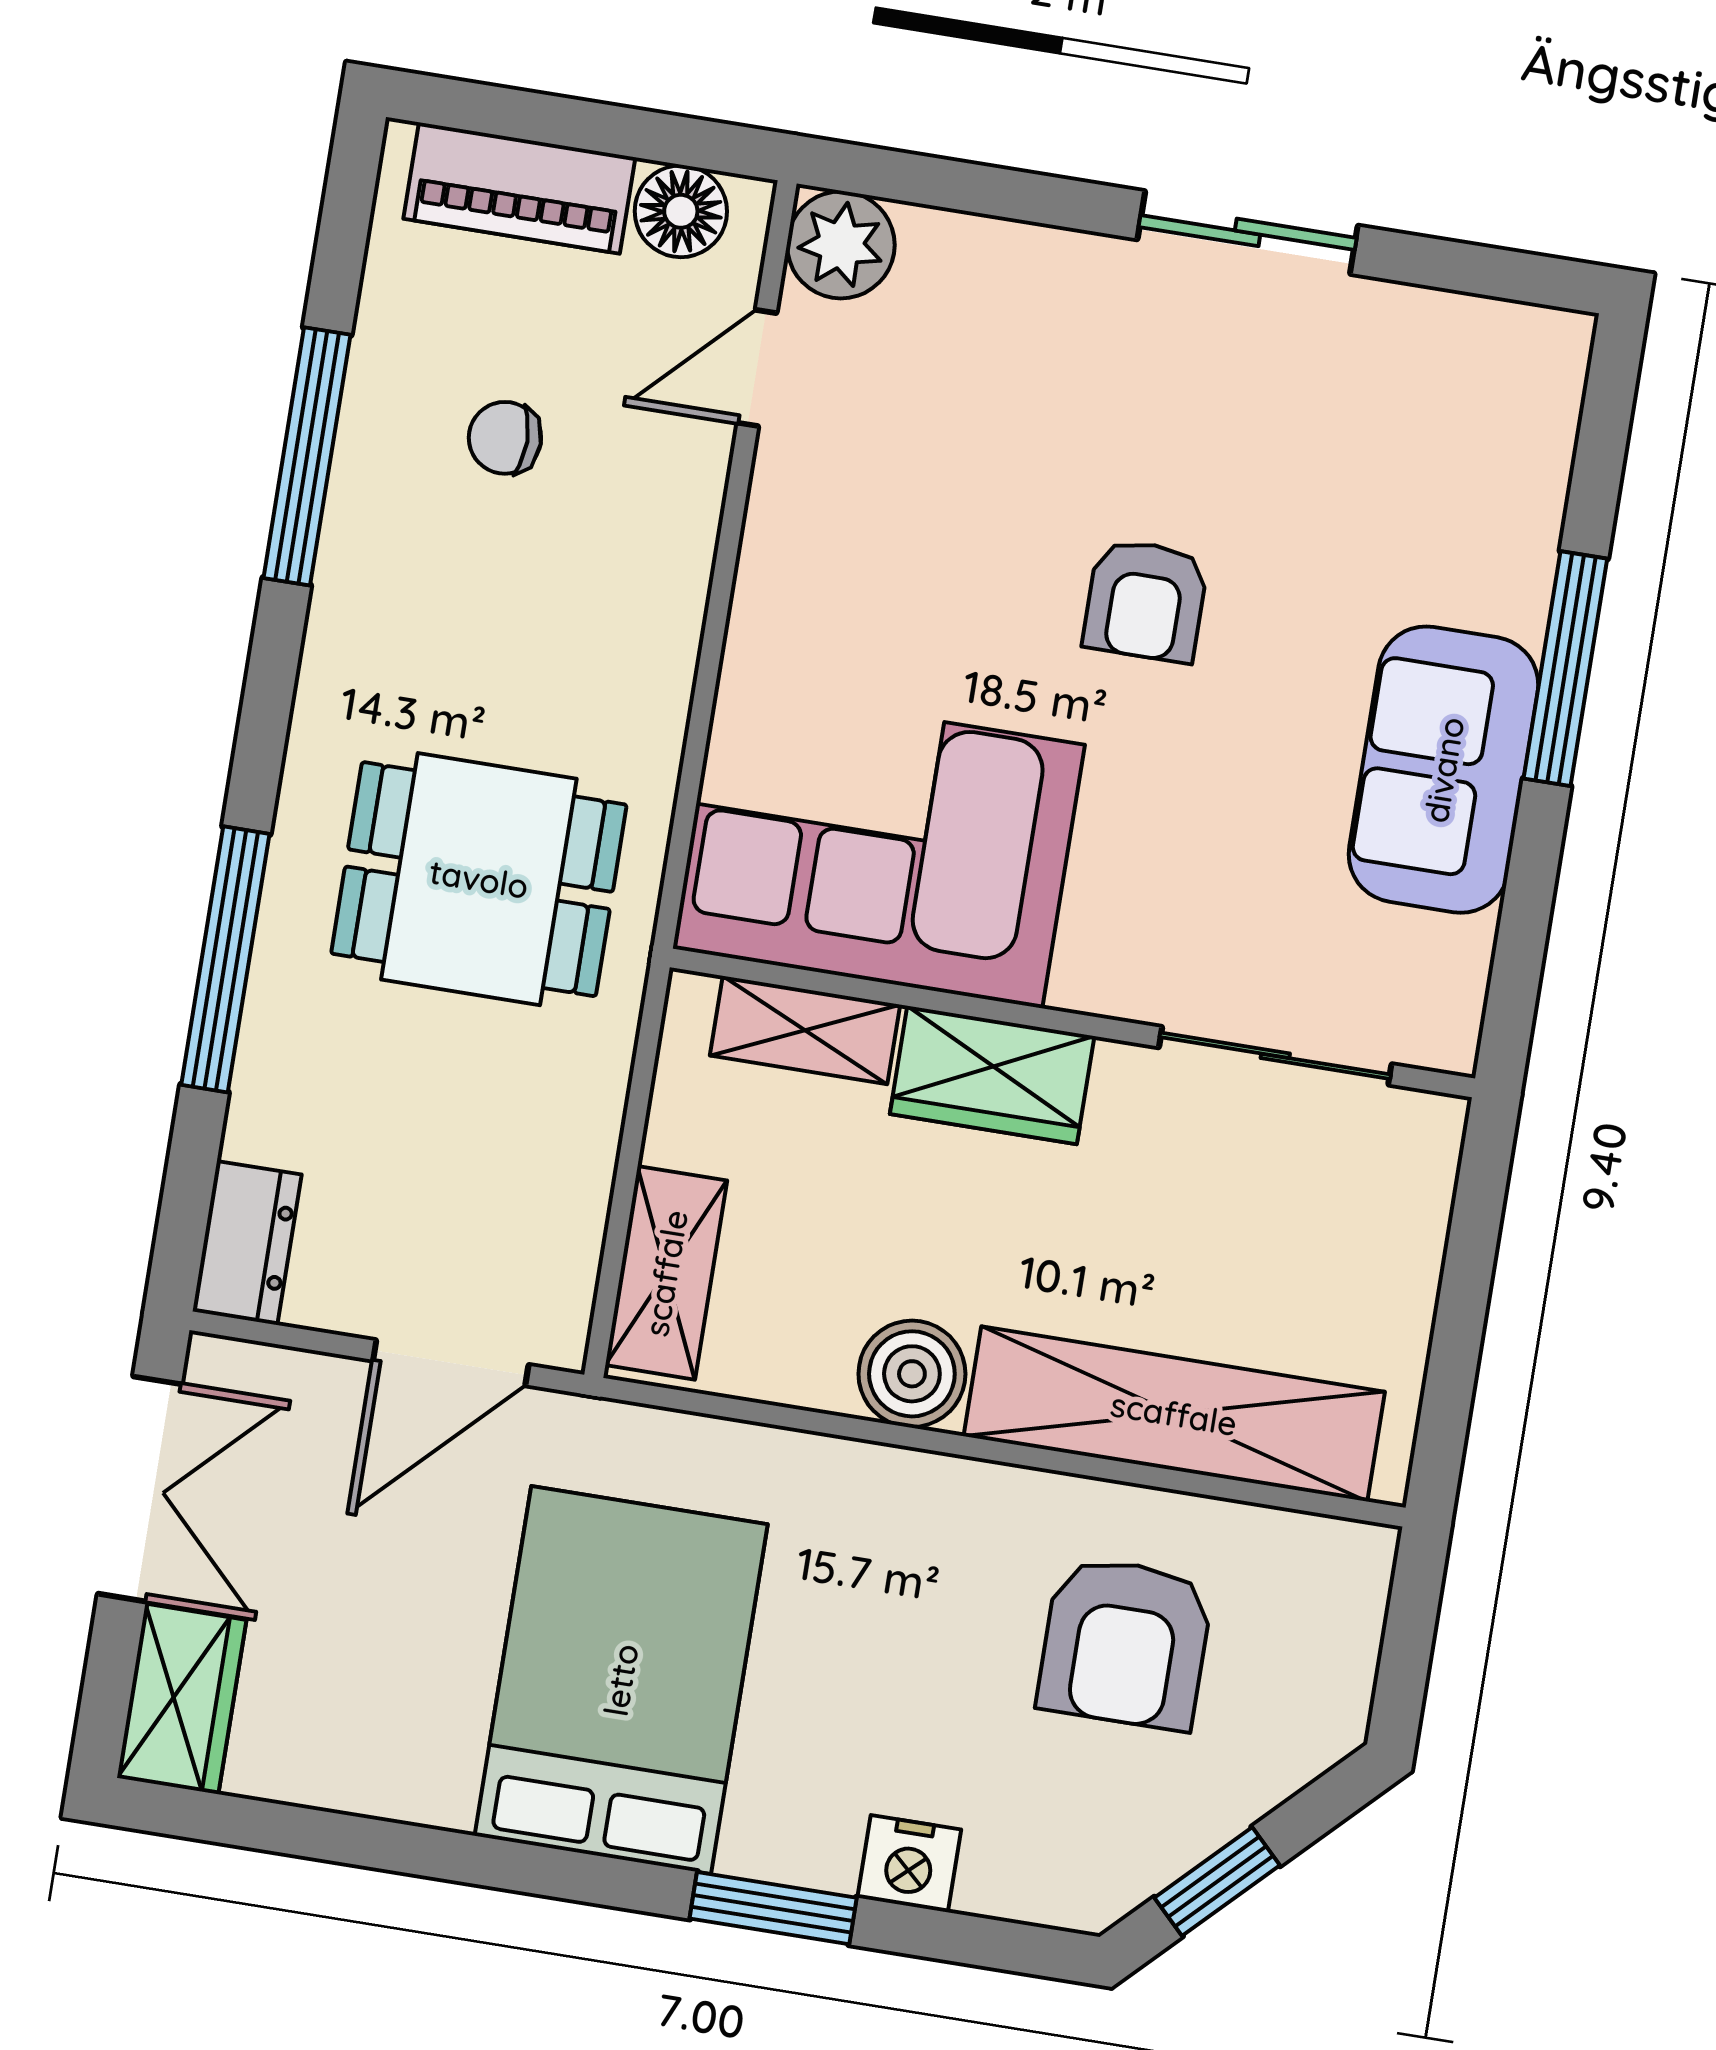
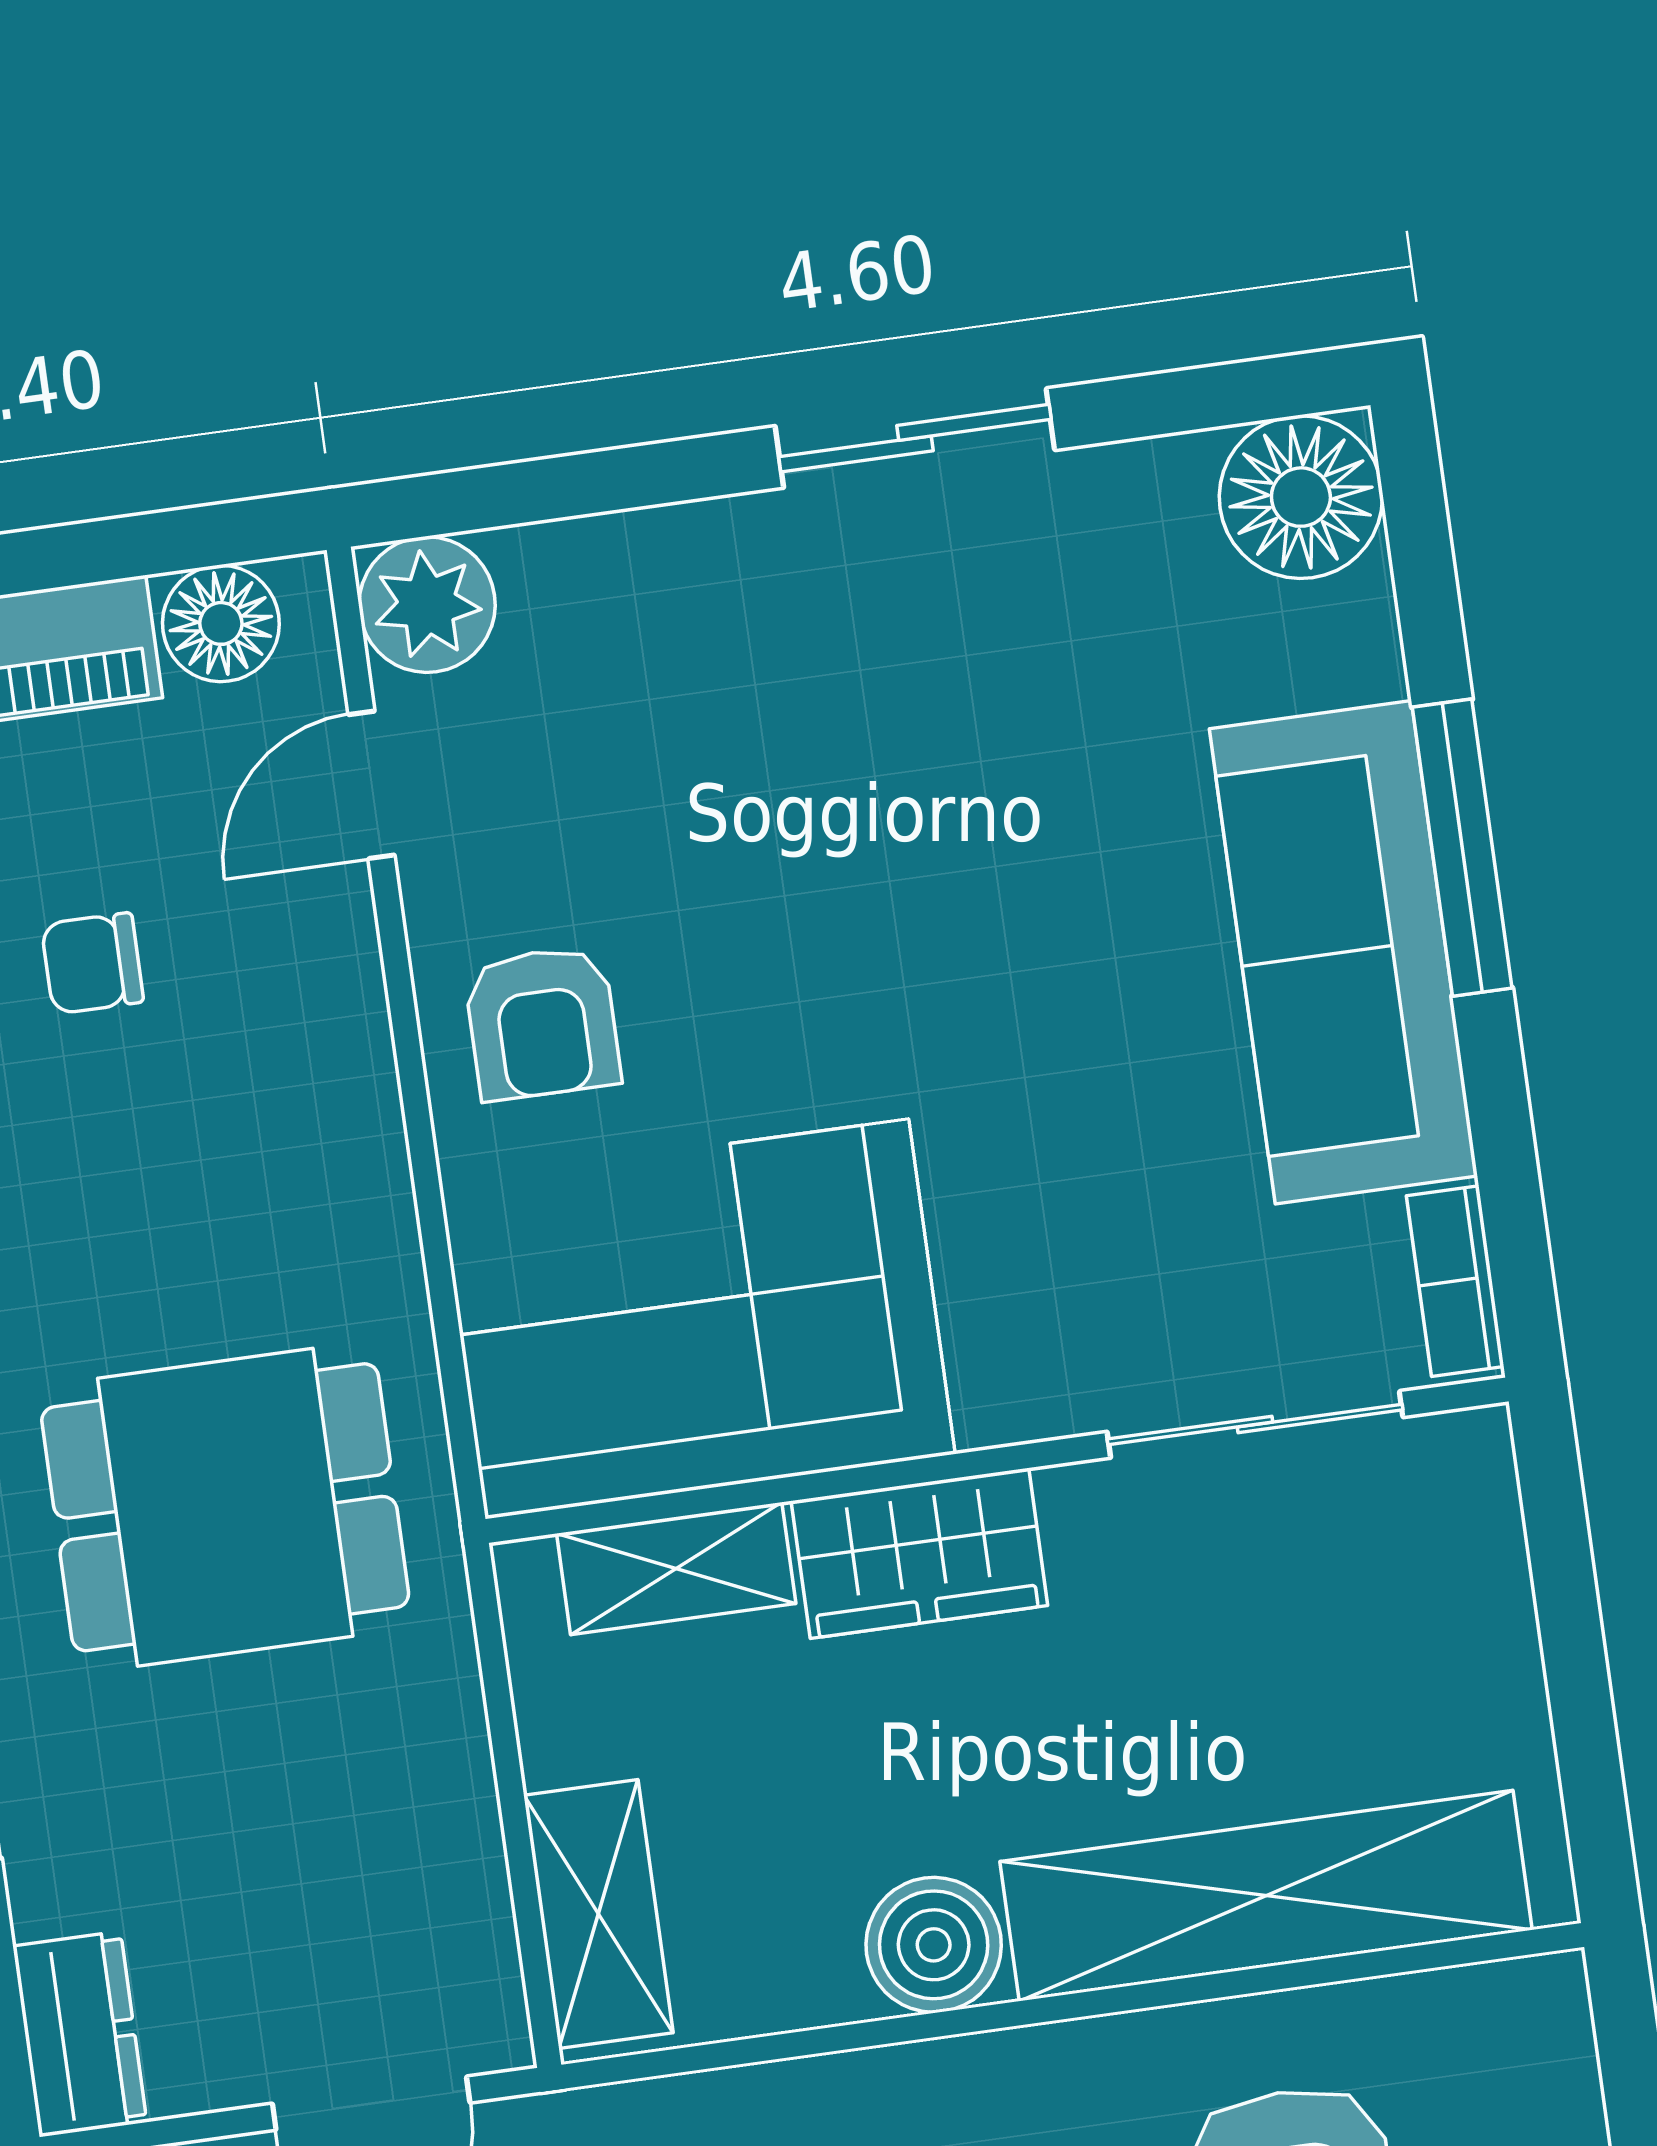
floor lamp: (1525, 367) -> (1301, 497), added
armchair: (1145, 600) -> (542, 1023), moved
sofa: (1444, 770) -> (1343, 952), width x1.36
bookcase: (1460, 994) -> (1455, 1281), added

